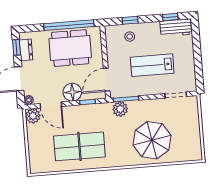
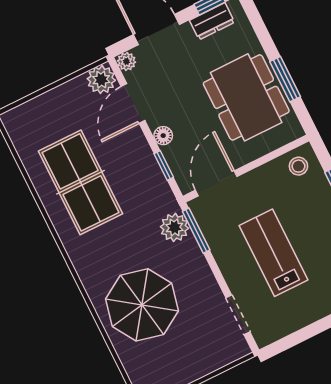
window: (69, 25) -> (285, 79), width x0.47
stool: (130, 37) -> (298, 166), moved
door: (107, 80) -> (216, 183), hinge flipped
floor lamp: (72, 92) -> (163, 136), width x0.53, depth x0.53

